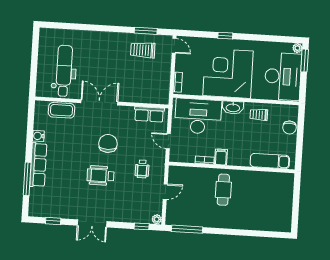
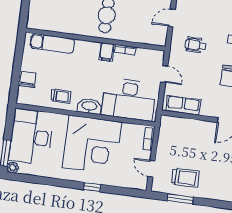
door: (174, 46) -> (151, 169), moved
wheelchair: (142, 169) -> (196, 45), turned -90

